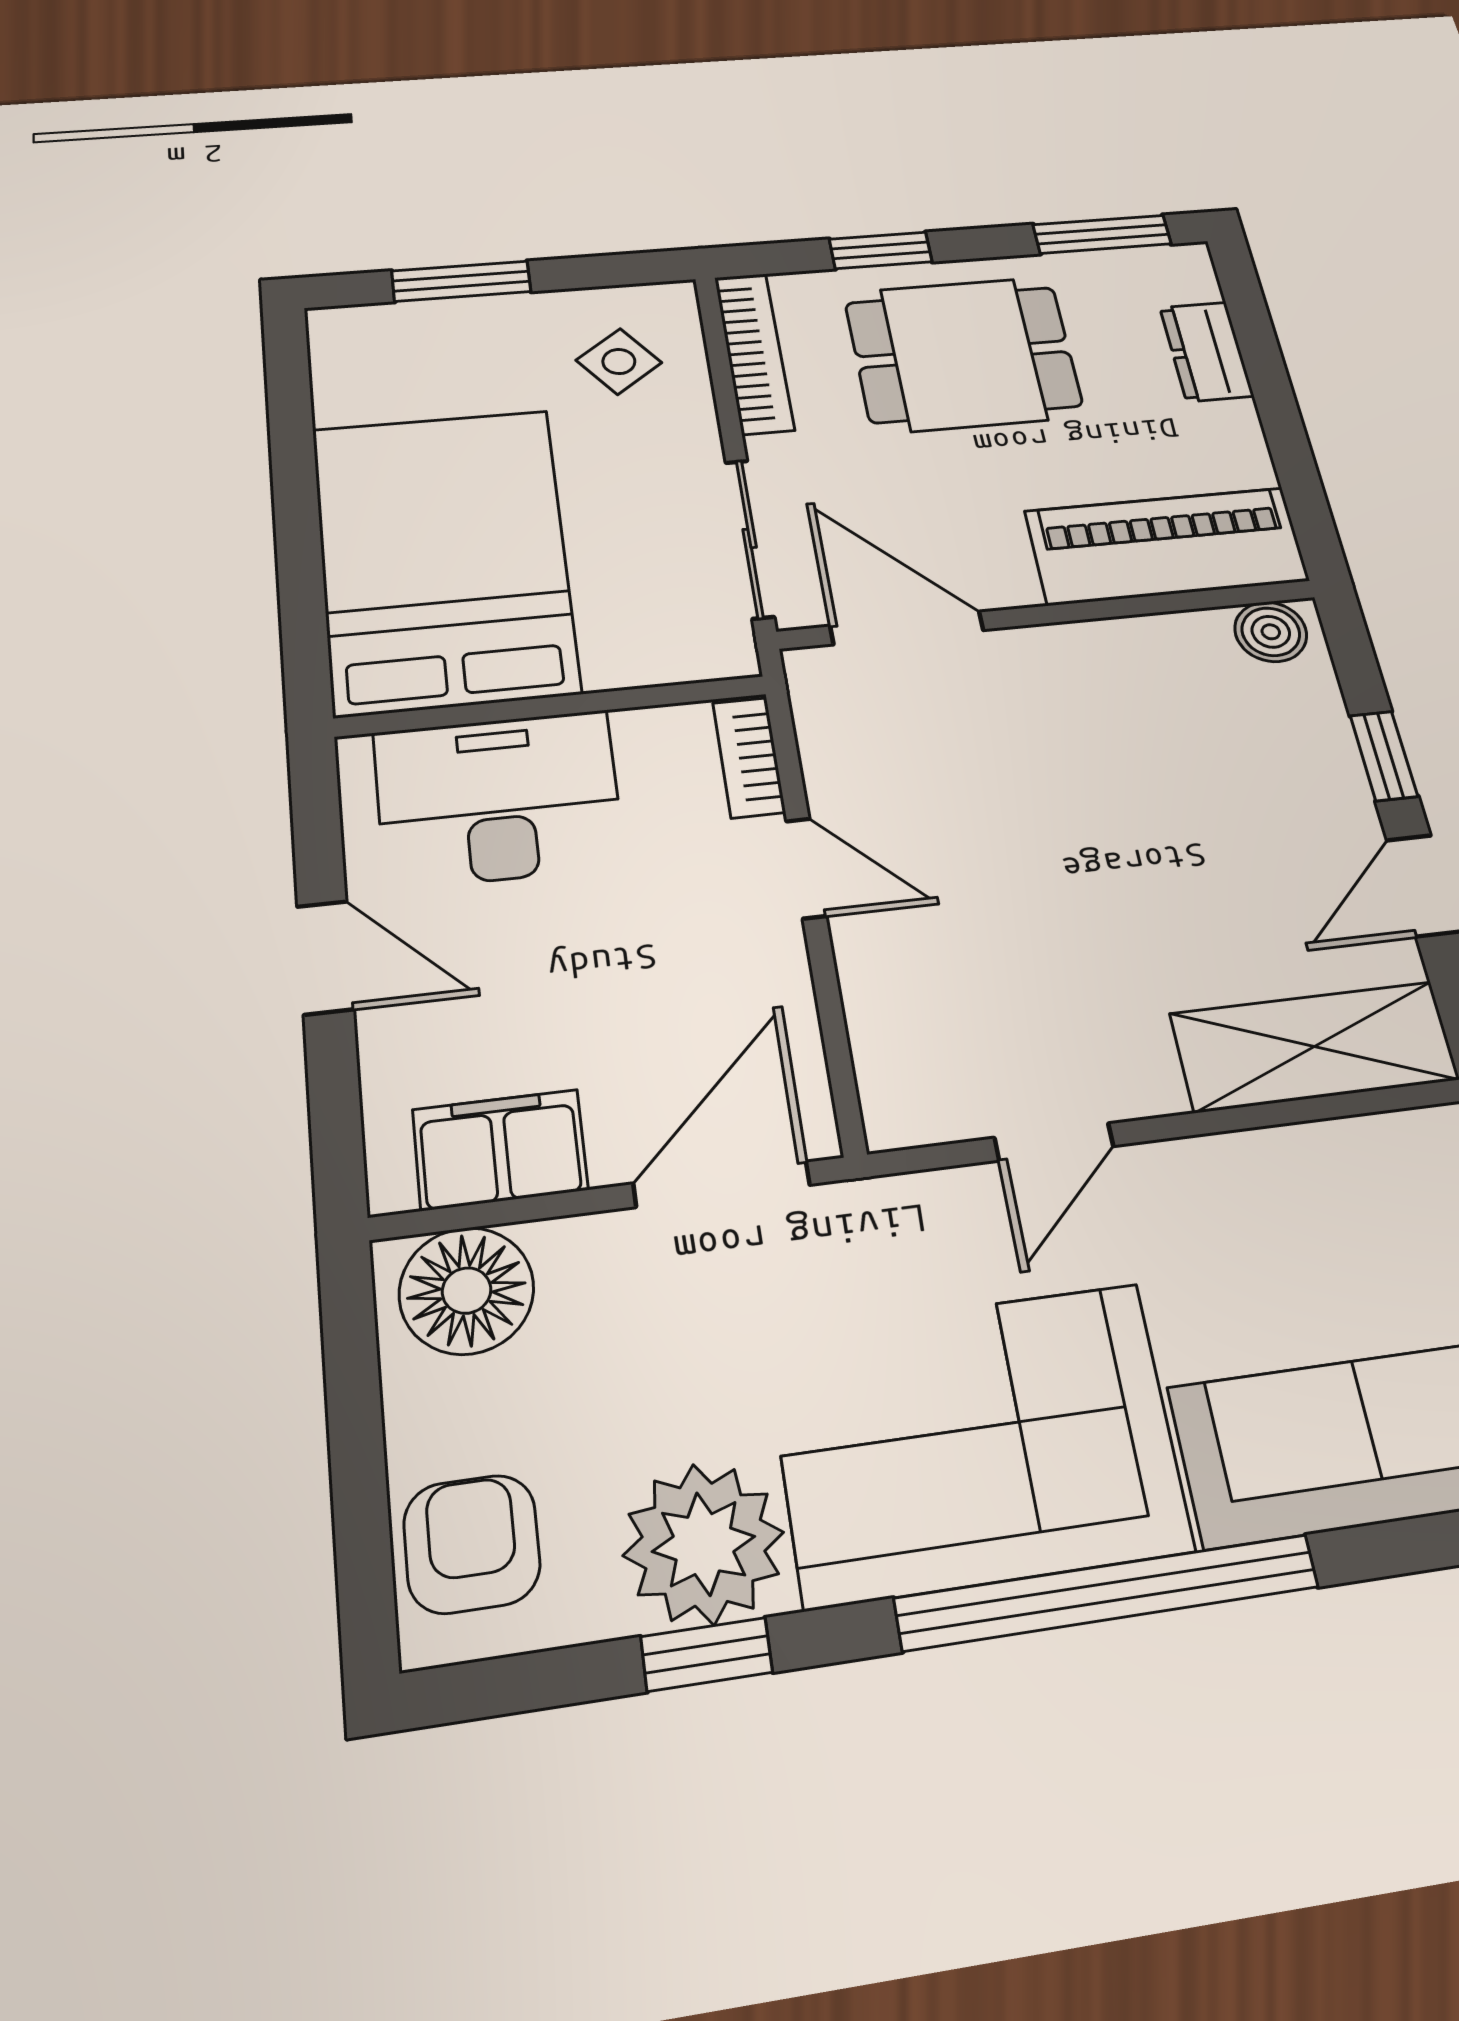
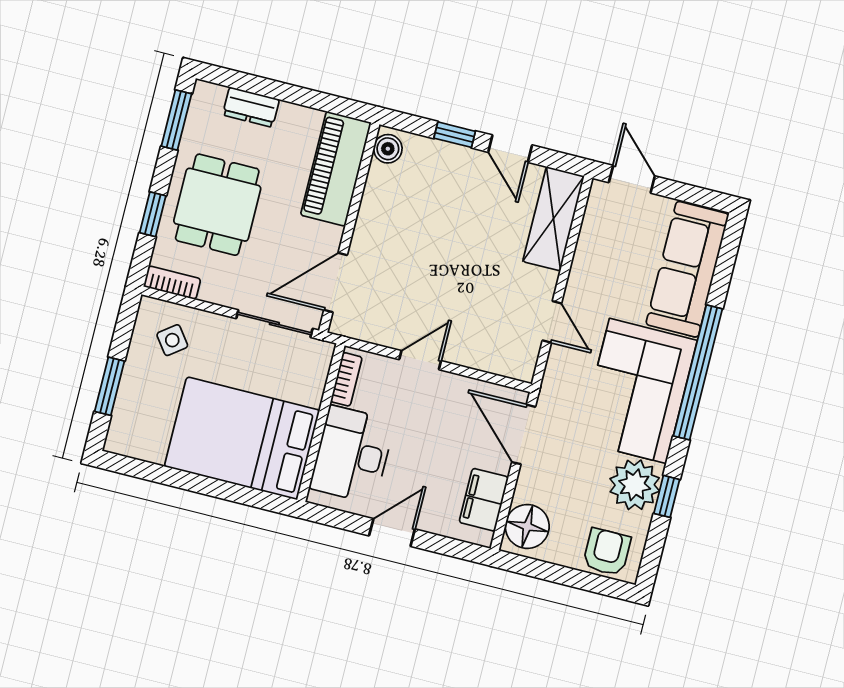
bookcase: (754, 353) -> (172, 283), width x0.64
bookcase: (749, 757) -> (346, 379), moved, turned -90
armchair: (472, 1544) -> (607, 552), turned 90

